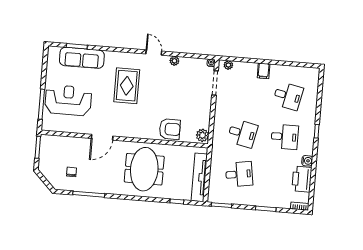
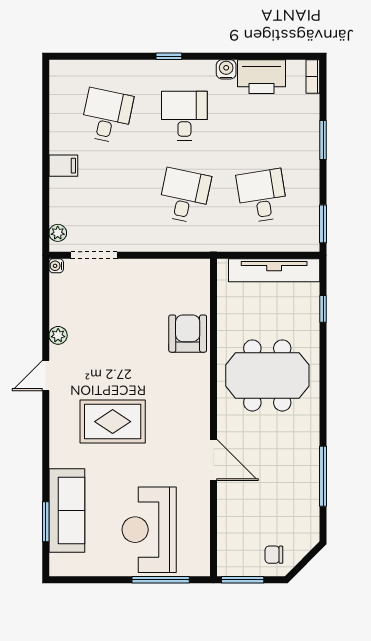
plant: (202, 135) -> (194, 271), removed
chair: (71, 172) -> (274, 555), moved

